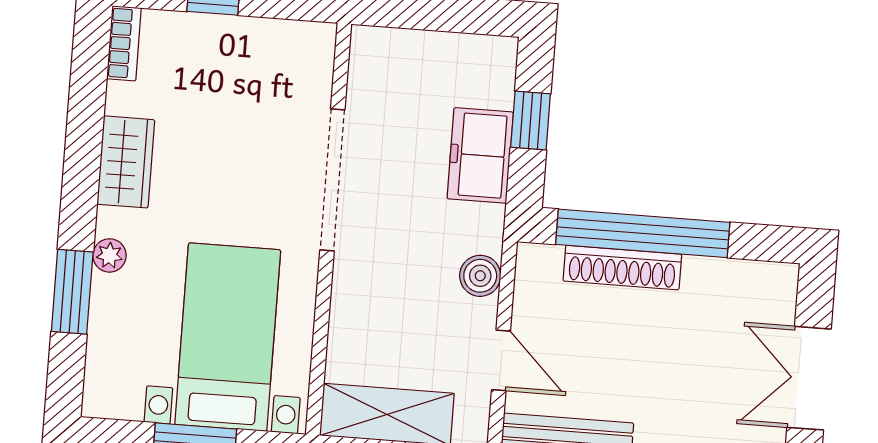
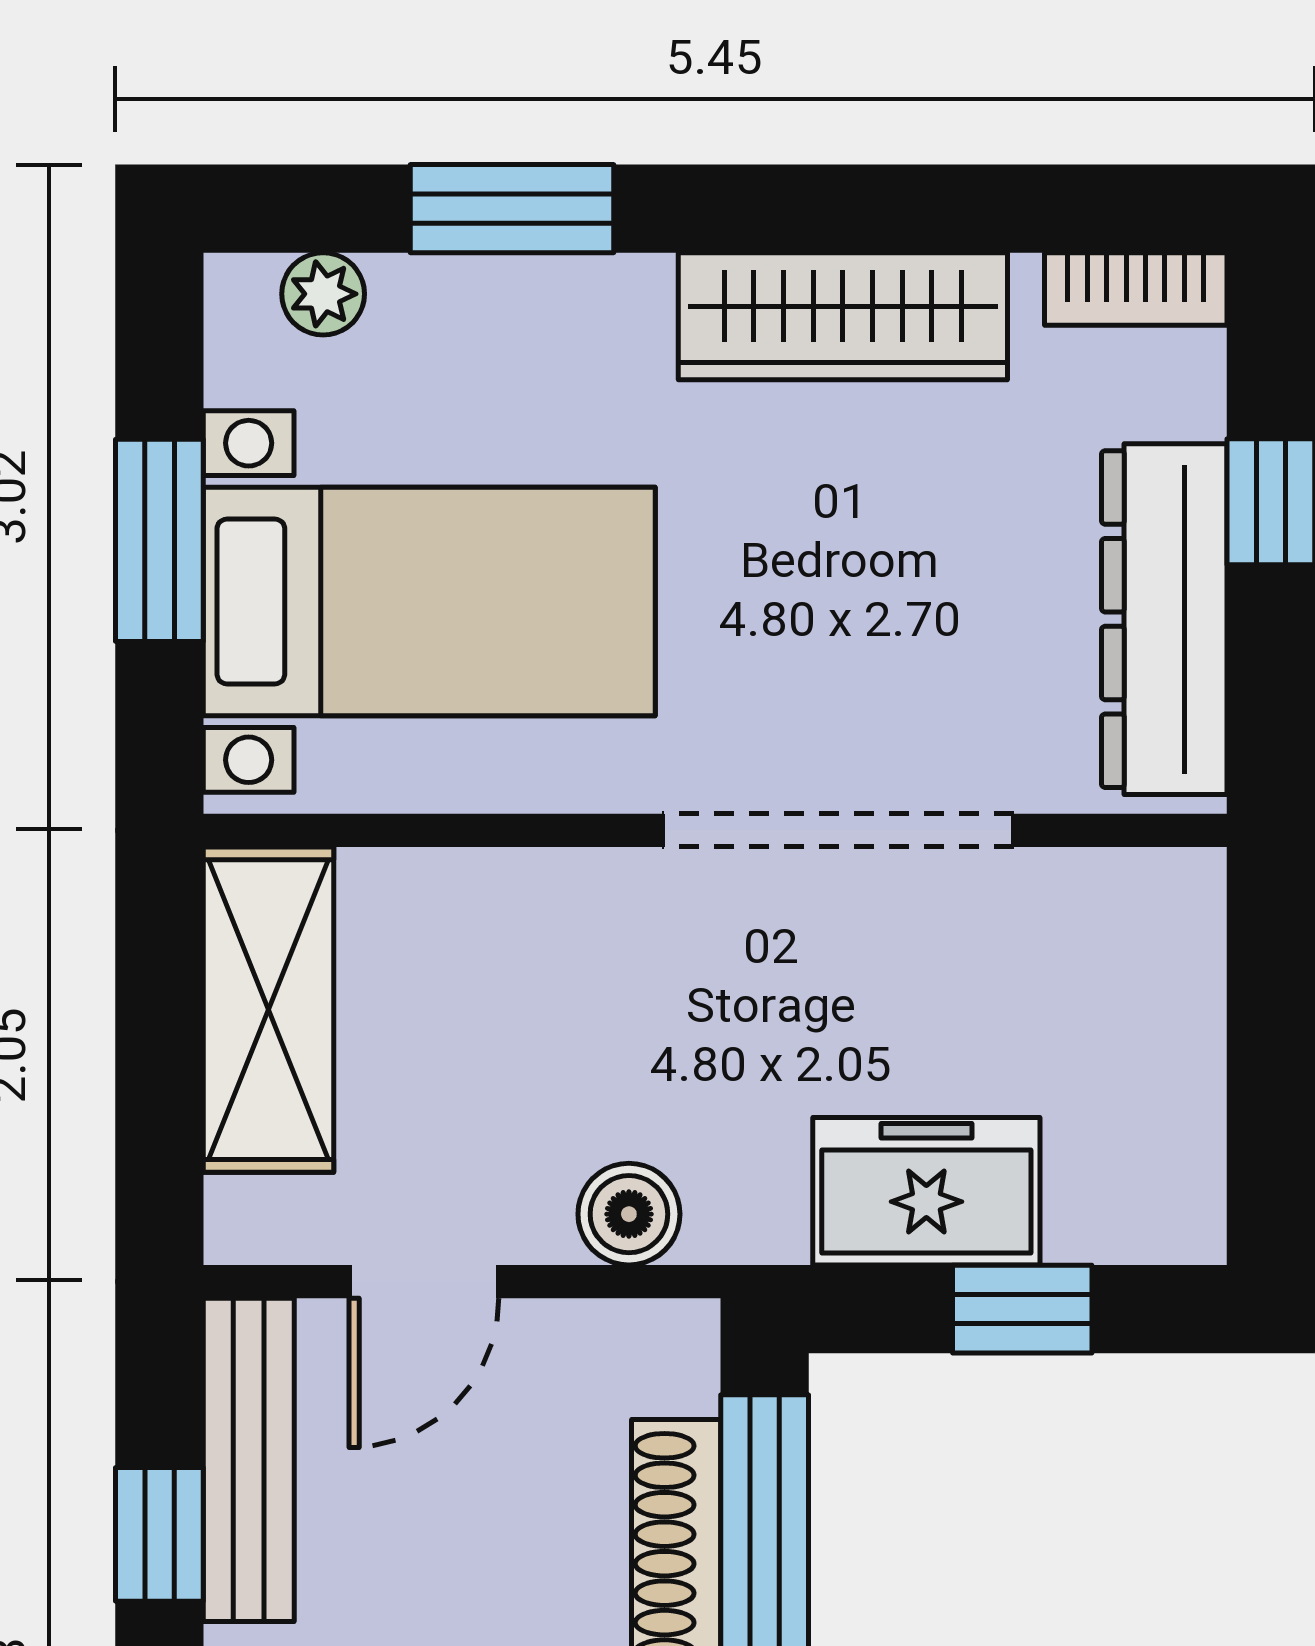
dresser: (257, 42) -> (1164, 619), added
wardrobe: (126, 162) -> (843, 316), width x1.50
plant: (109, 255) -> (323, 294), moved

